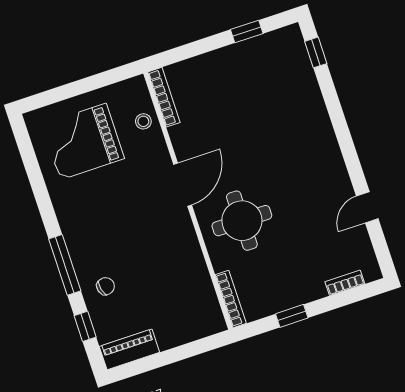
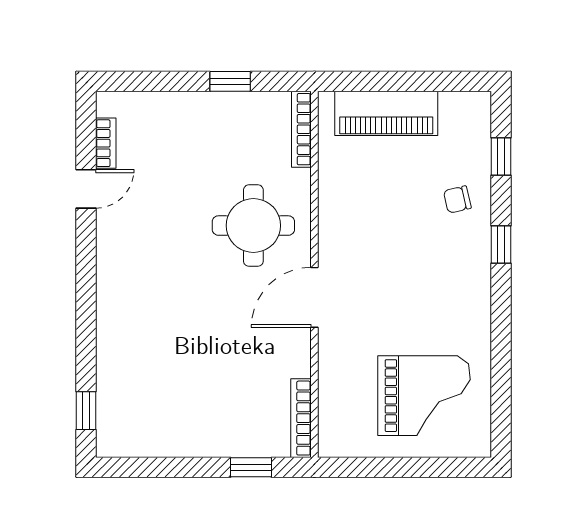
window: (247, 32) -> (251, 467), moved
stool: (143, 121) -> (338, 396), removed
window: (65, 265) -> (501, 245), width x0.46
bookcase: (345, 283) -> (106, 143), moved, turned -90
piano: (129, 349) -> (386, 113), moved, width x1.37, depth x1.33

